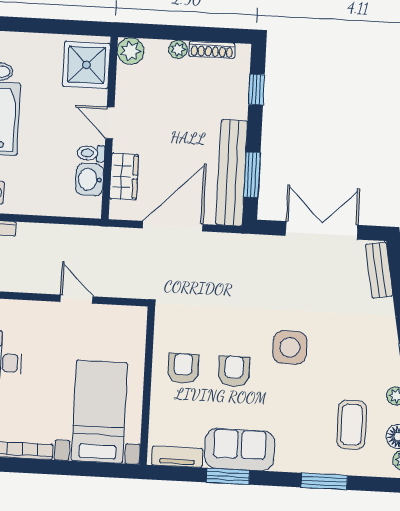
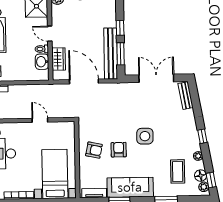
window: (256, 90) -> (120, 28), moved
door: (173, 226) -> (84, 81), hinge flipped
armchair: (183, 368) -> (94, 150), turned 102
sofa: (240, 450) -> (130, 187), width x1.36

